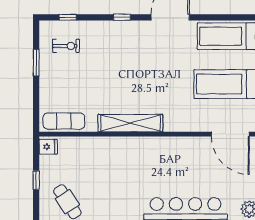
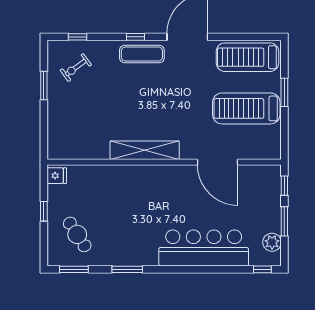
exercise bike: (66, 46) -> (76, 68), turned 144
exercise mat: (64, 121) -> (142, 54), moved
door: (230, 134) -> (218, 162), moved

